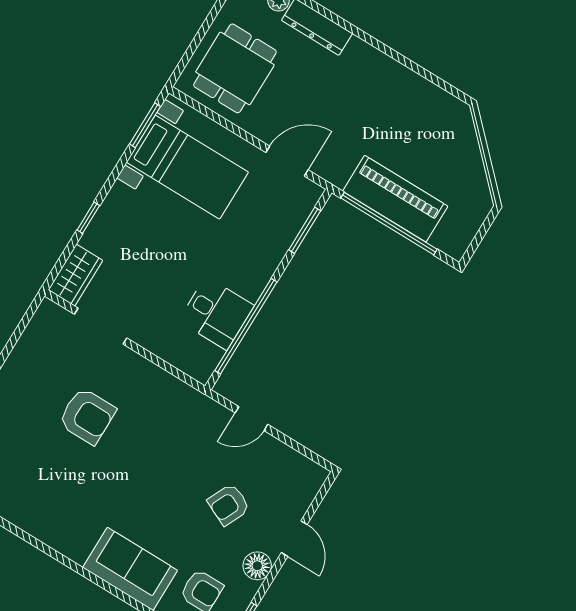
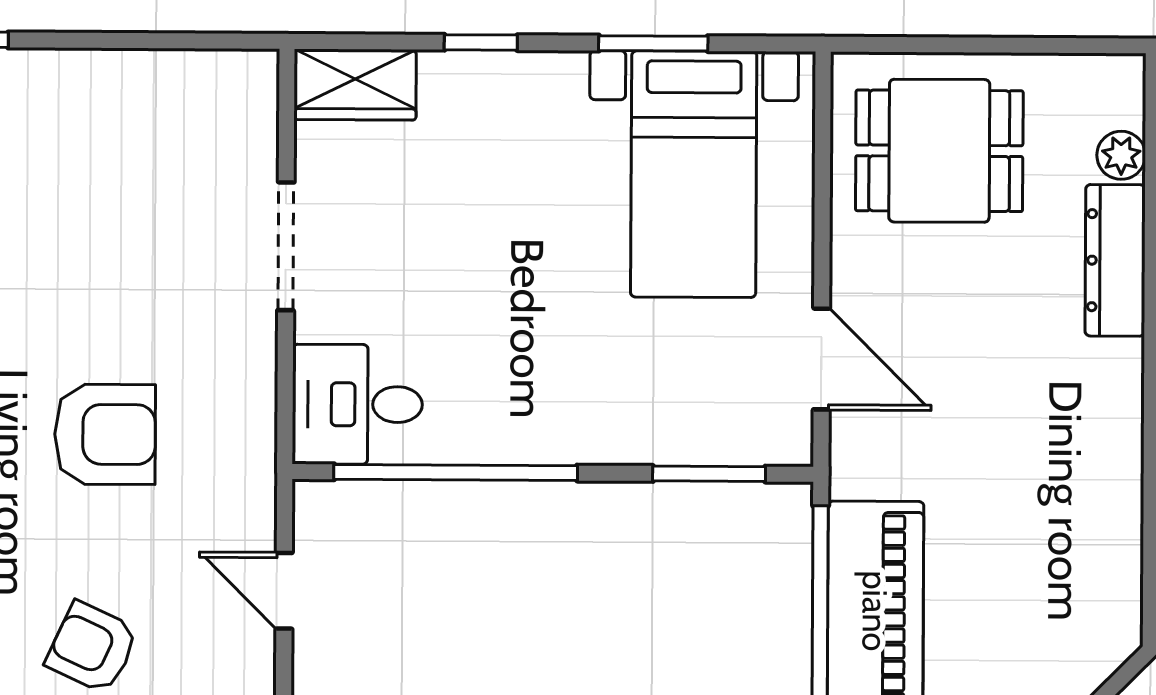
window: (145, 125) -> (653, 43), moved
desk: (216, 313) -> (357, 404), moved, turned 90
doorway: (101, 326) -> (286, 246), moved
armchair: (87, 416) -> (105, 434), moved, turned -90

